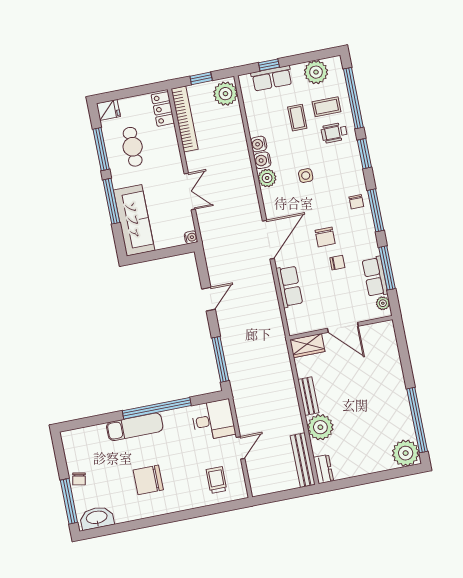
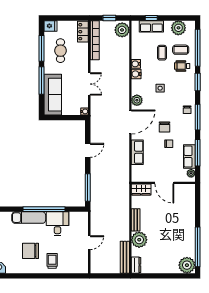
plant: (267, 178) -> (137, 100), moved
desk: (213, 420) -> (57, 224), moved, turned -90
trolley: (216, 480) -> (52, 261), moved

